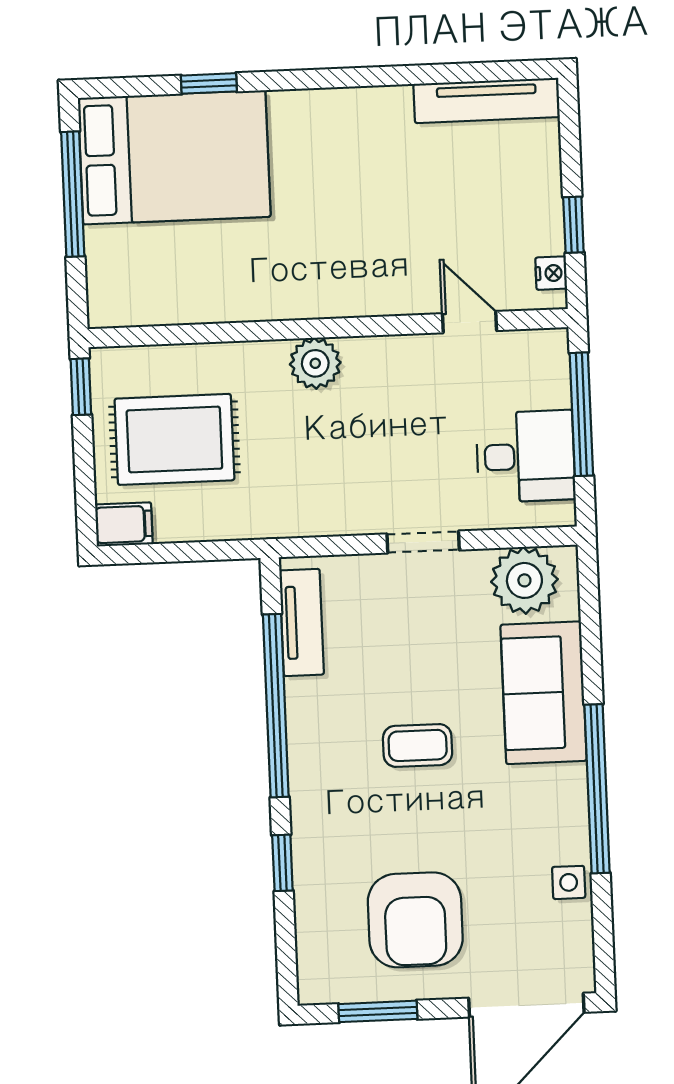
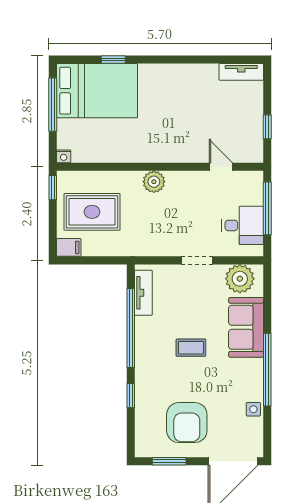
tv unit: (487, 101) -> (241, 72), width x0.71
nightstand: (551, 273) -> (64, 156), moved, turned 90

